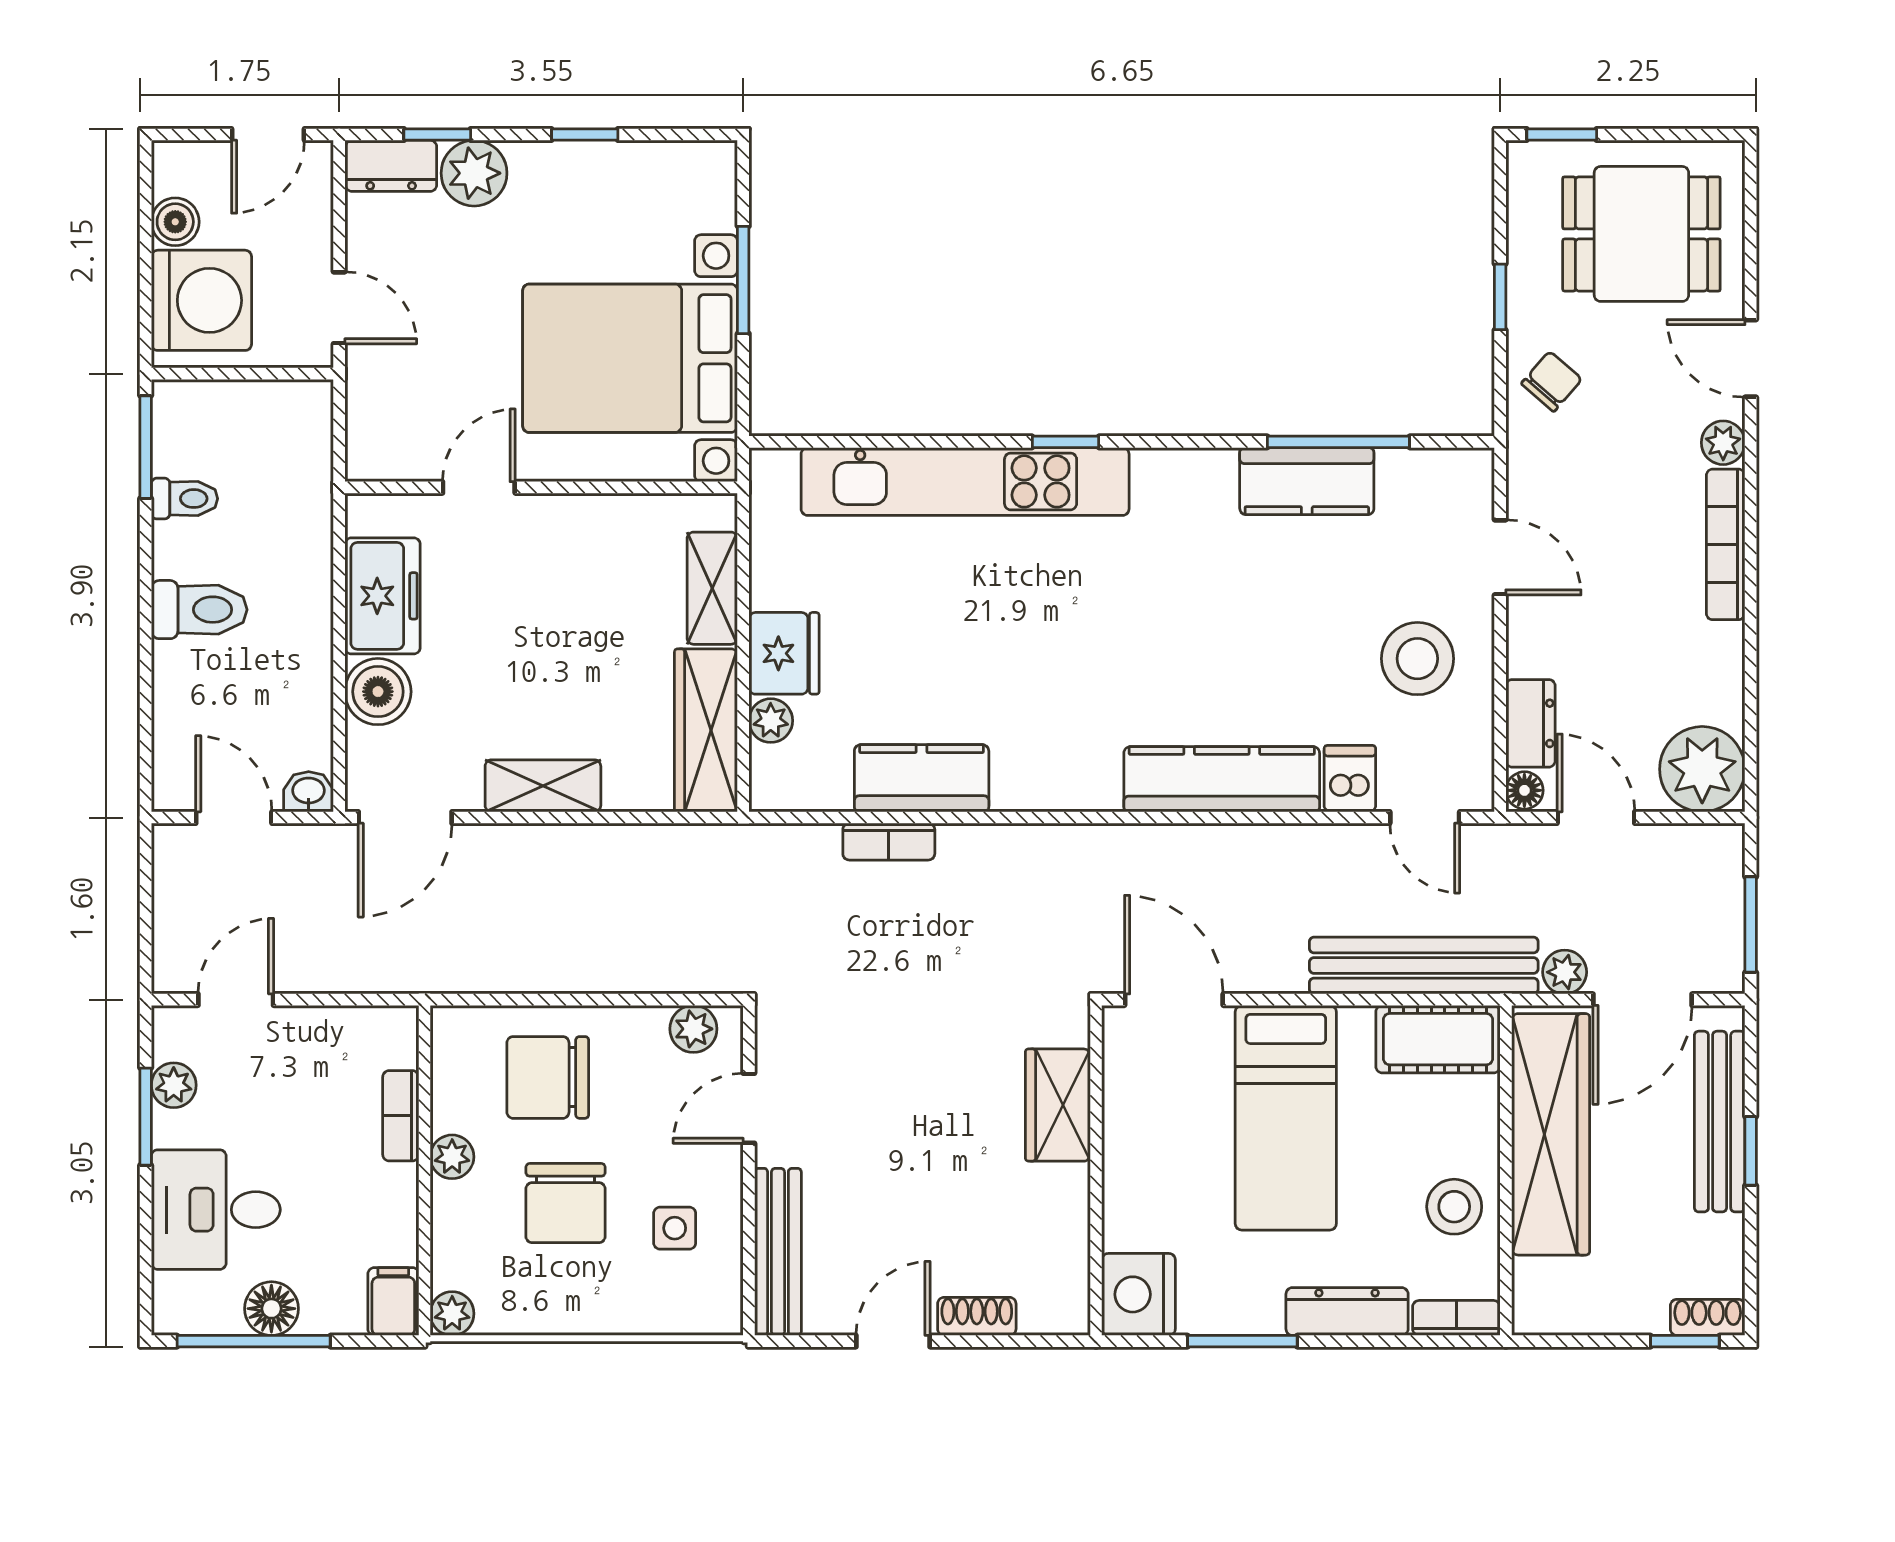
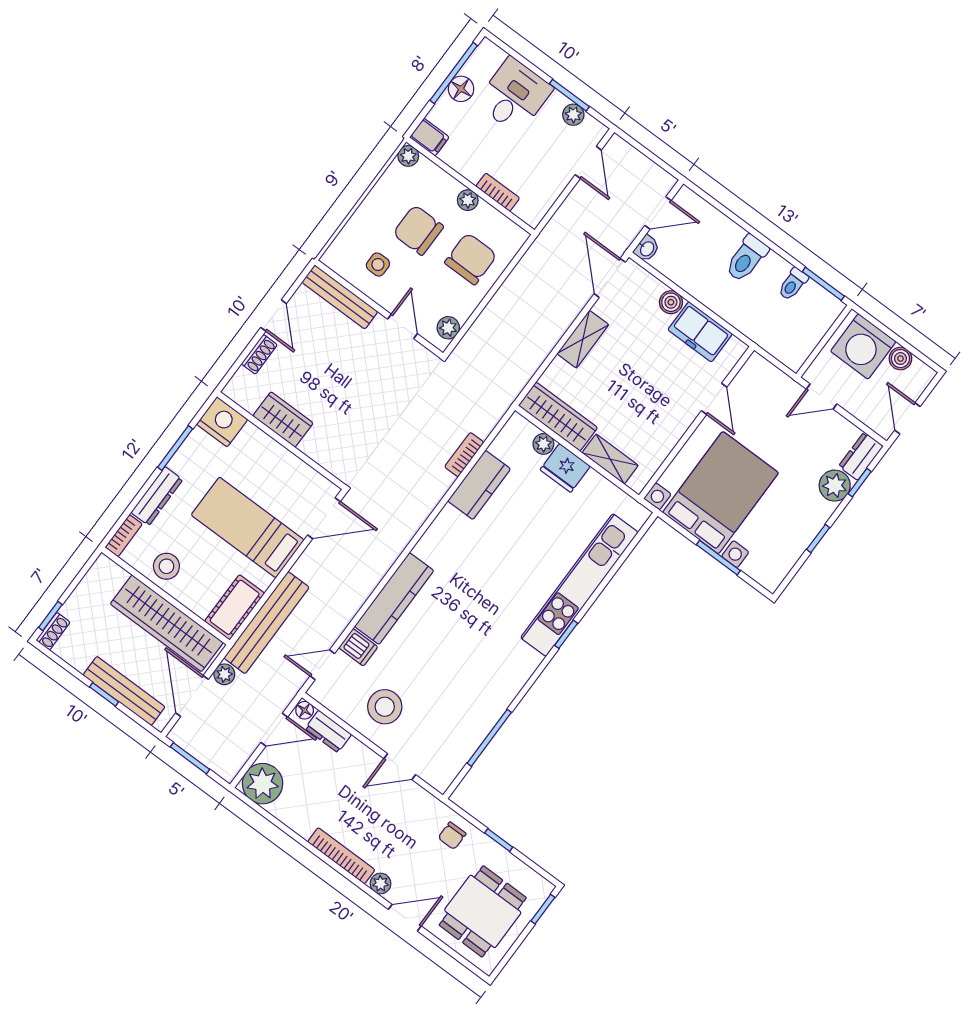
chair: (1552, 381) -> (452, 836), turned 49
kitchen counter: (1307, 481) -> (483, 715), removed
boiler: (378, 692) -> (671, 302), width x0.73, depth x0.73
wardrobe: (1058, 1105) -> (283, 420), moved

